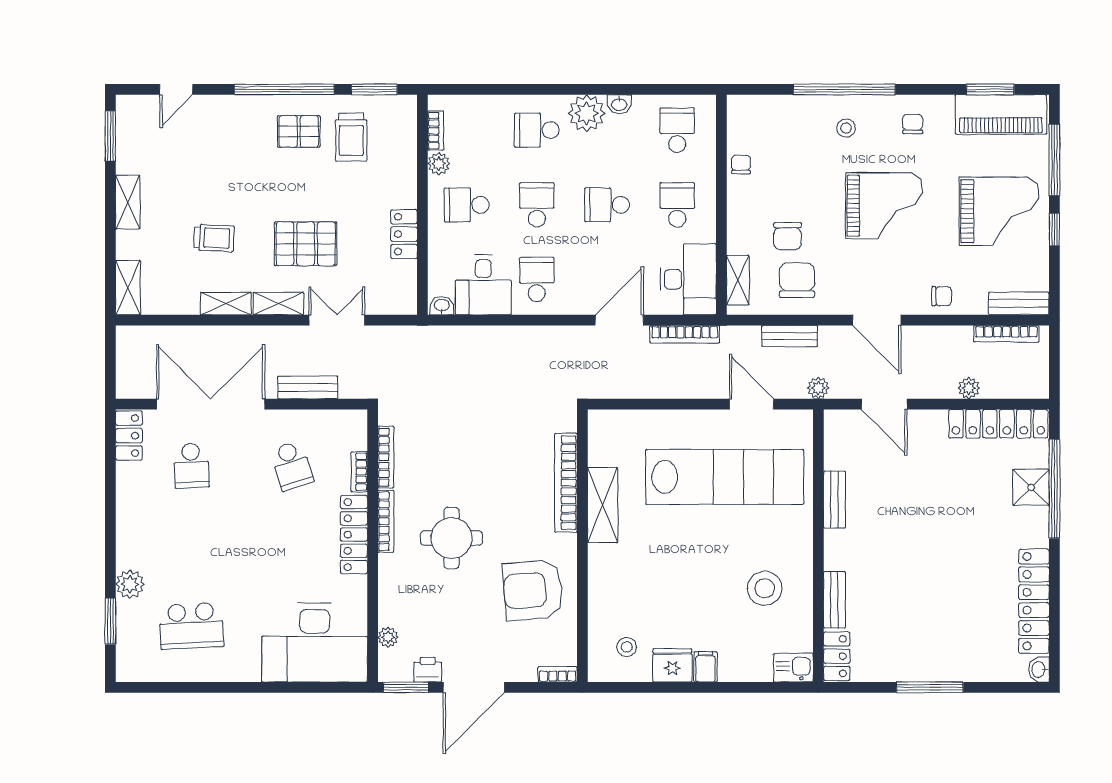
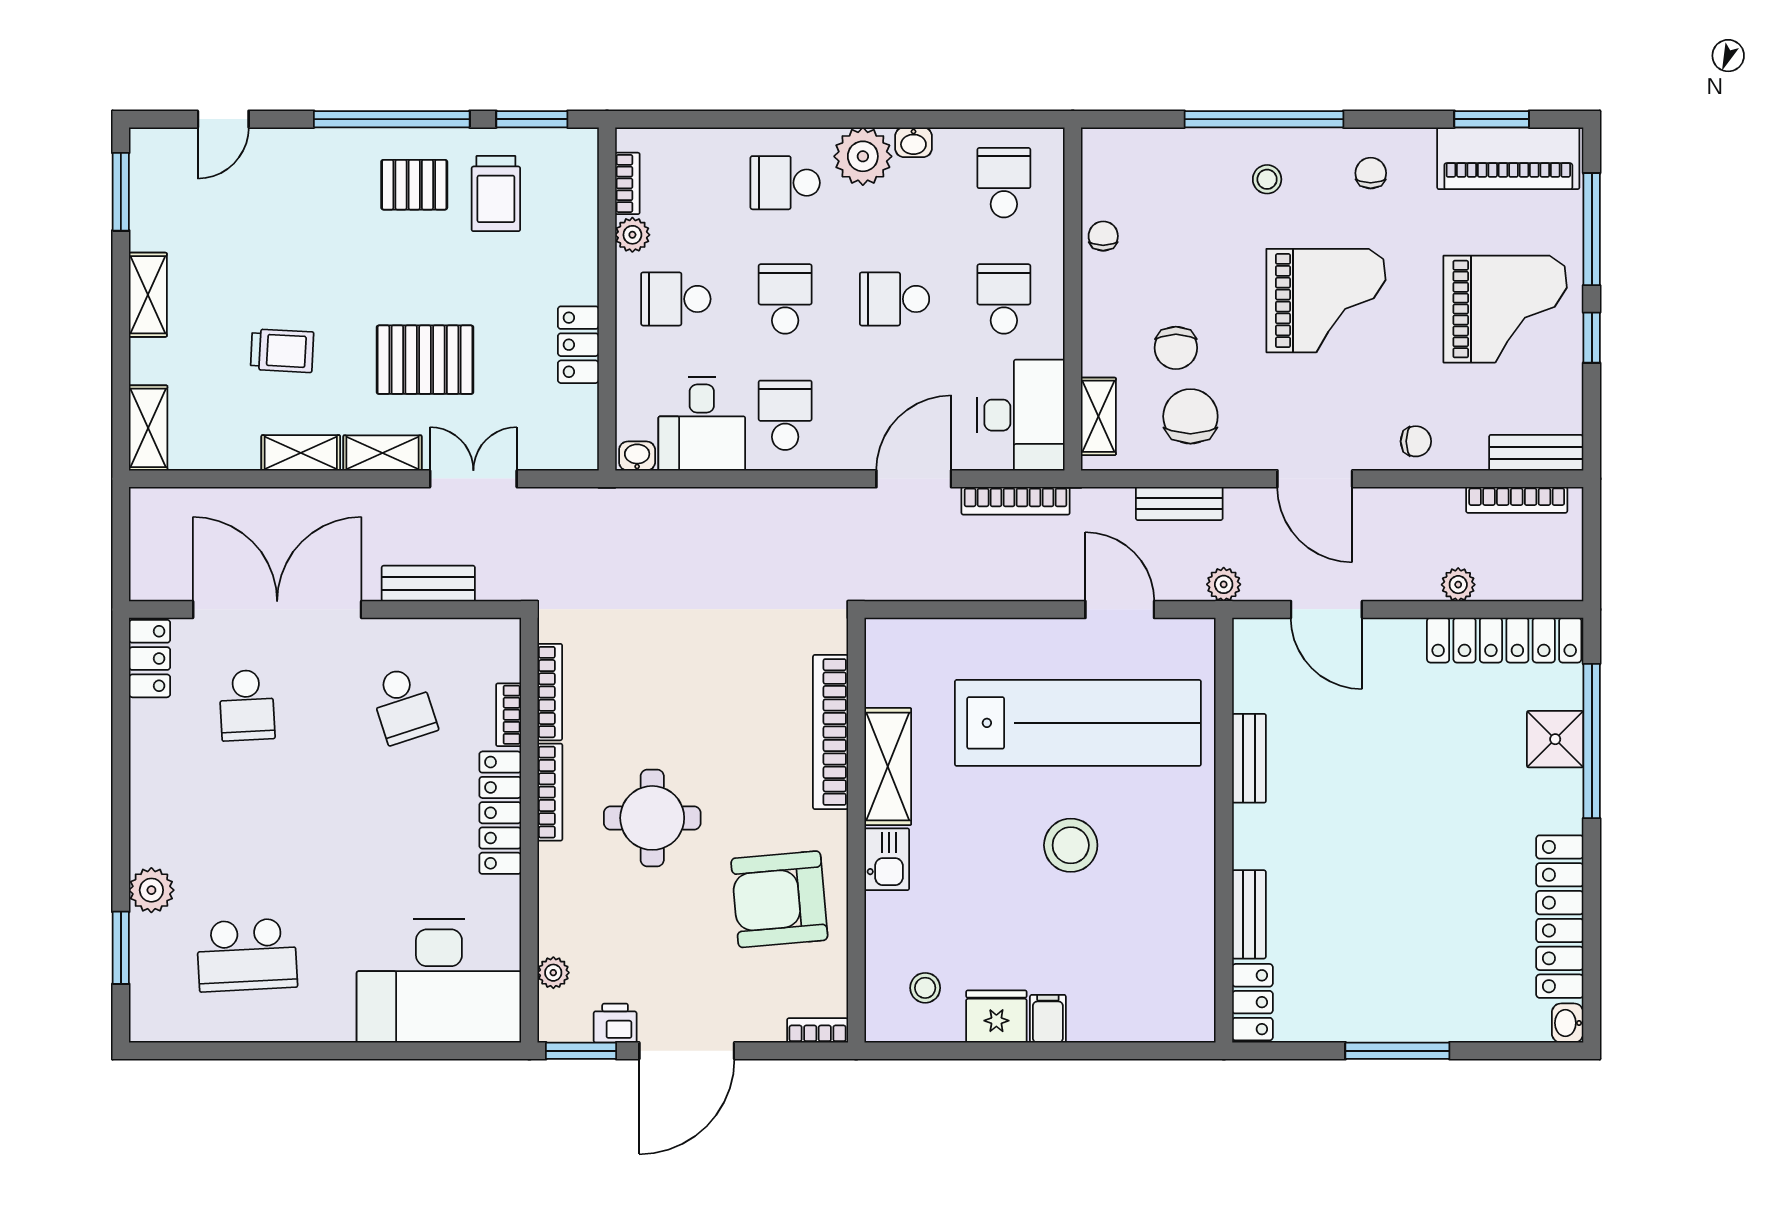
stool: (765, 588) -> (1071, 845), moved
kitchen sink: (793, 668) -> (887, 859), moved, turned 90

